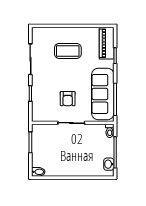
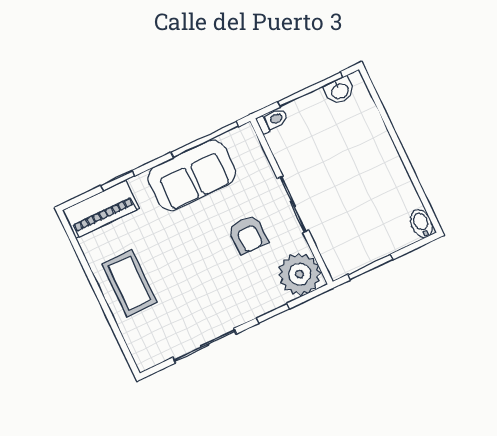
coffee table: (68, 51) -> (130, 283), moved
sofa: (103, 94) -> (192, 175), width x0.73
armchair: (68, 99) -> (248, 234), turned 90
plant: (41, 112) -> (300, 274), added

